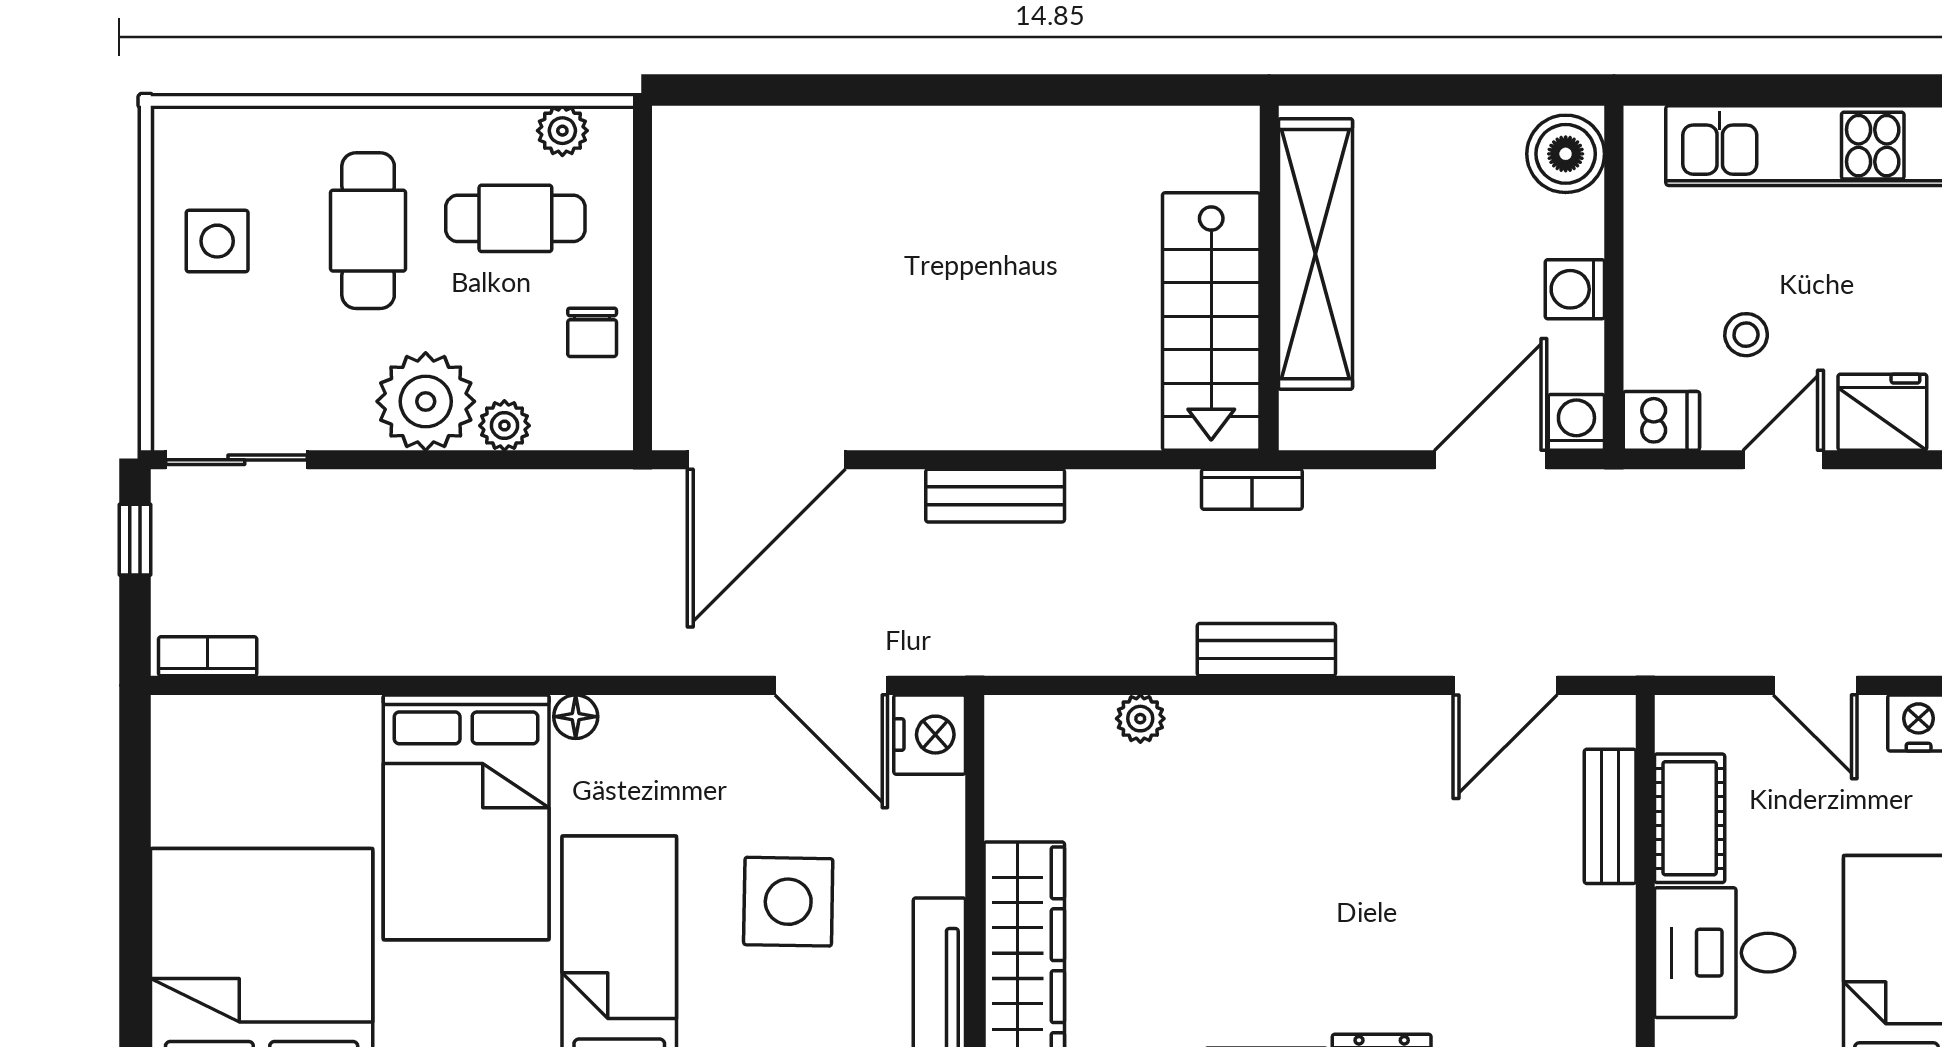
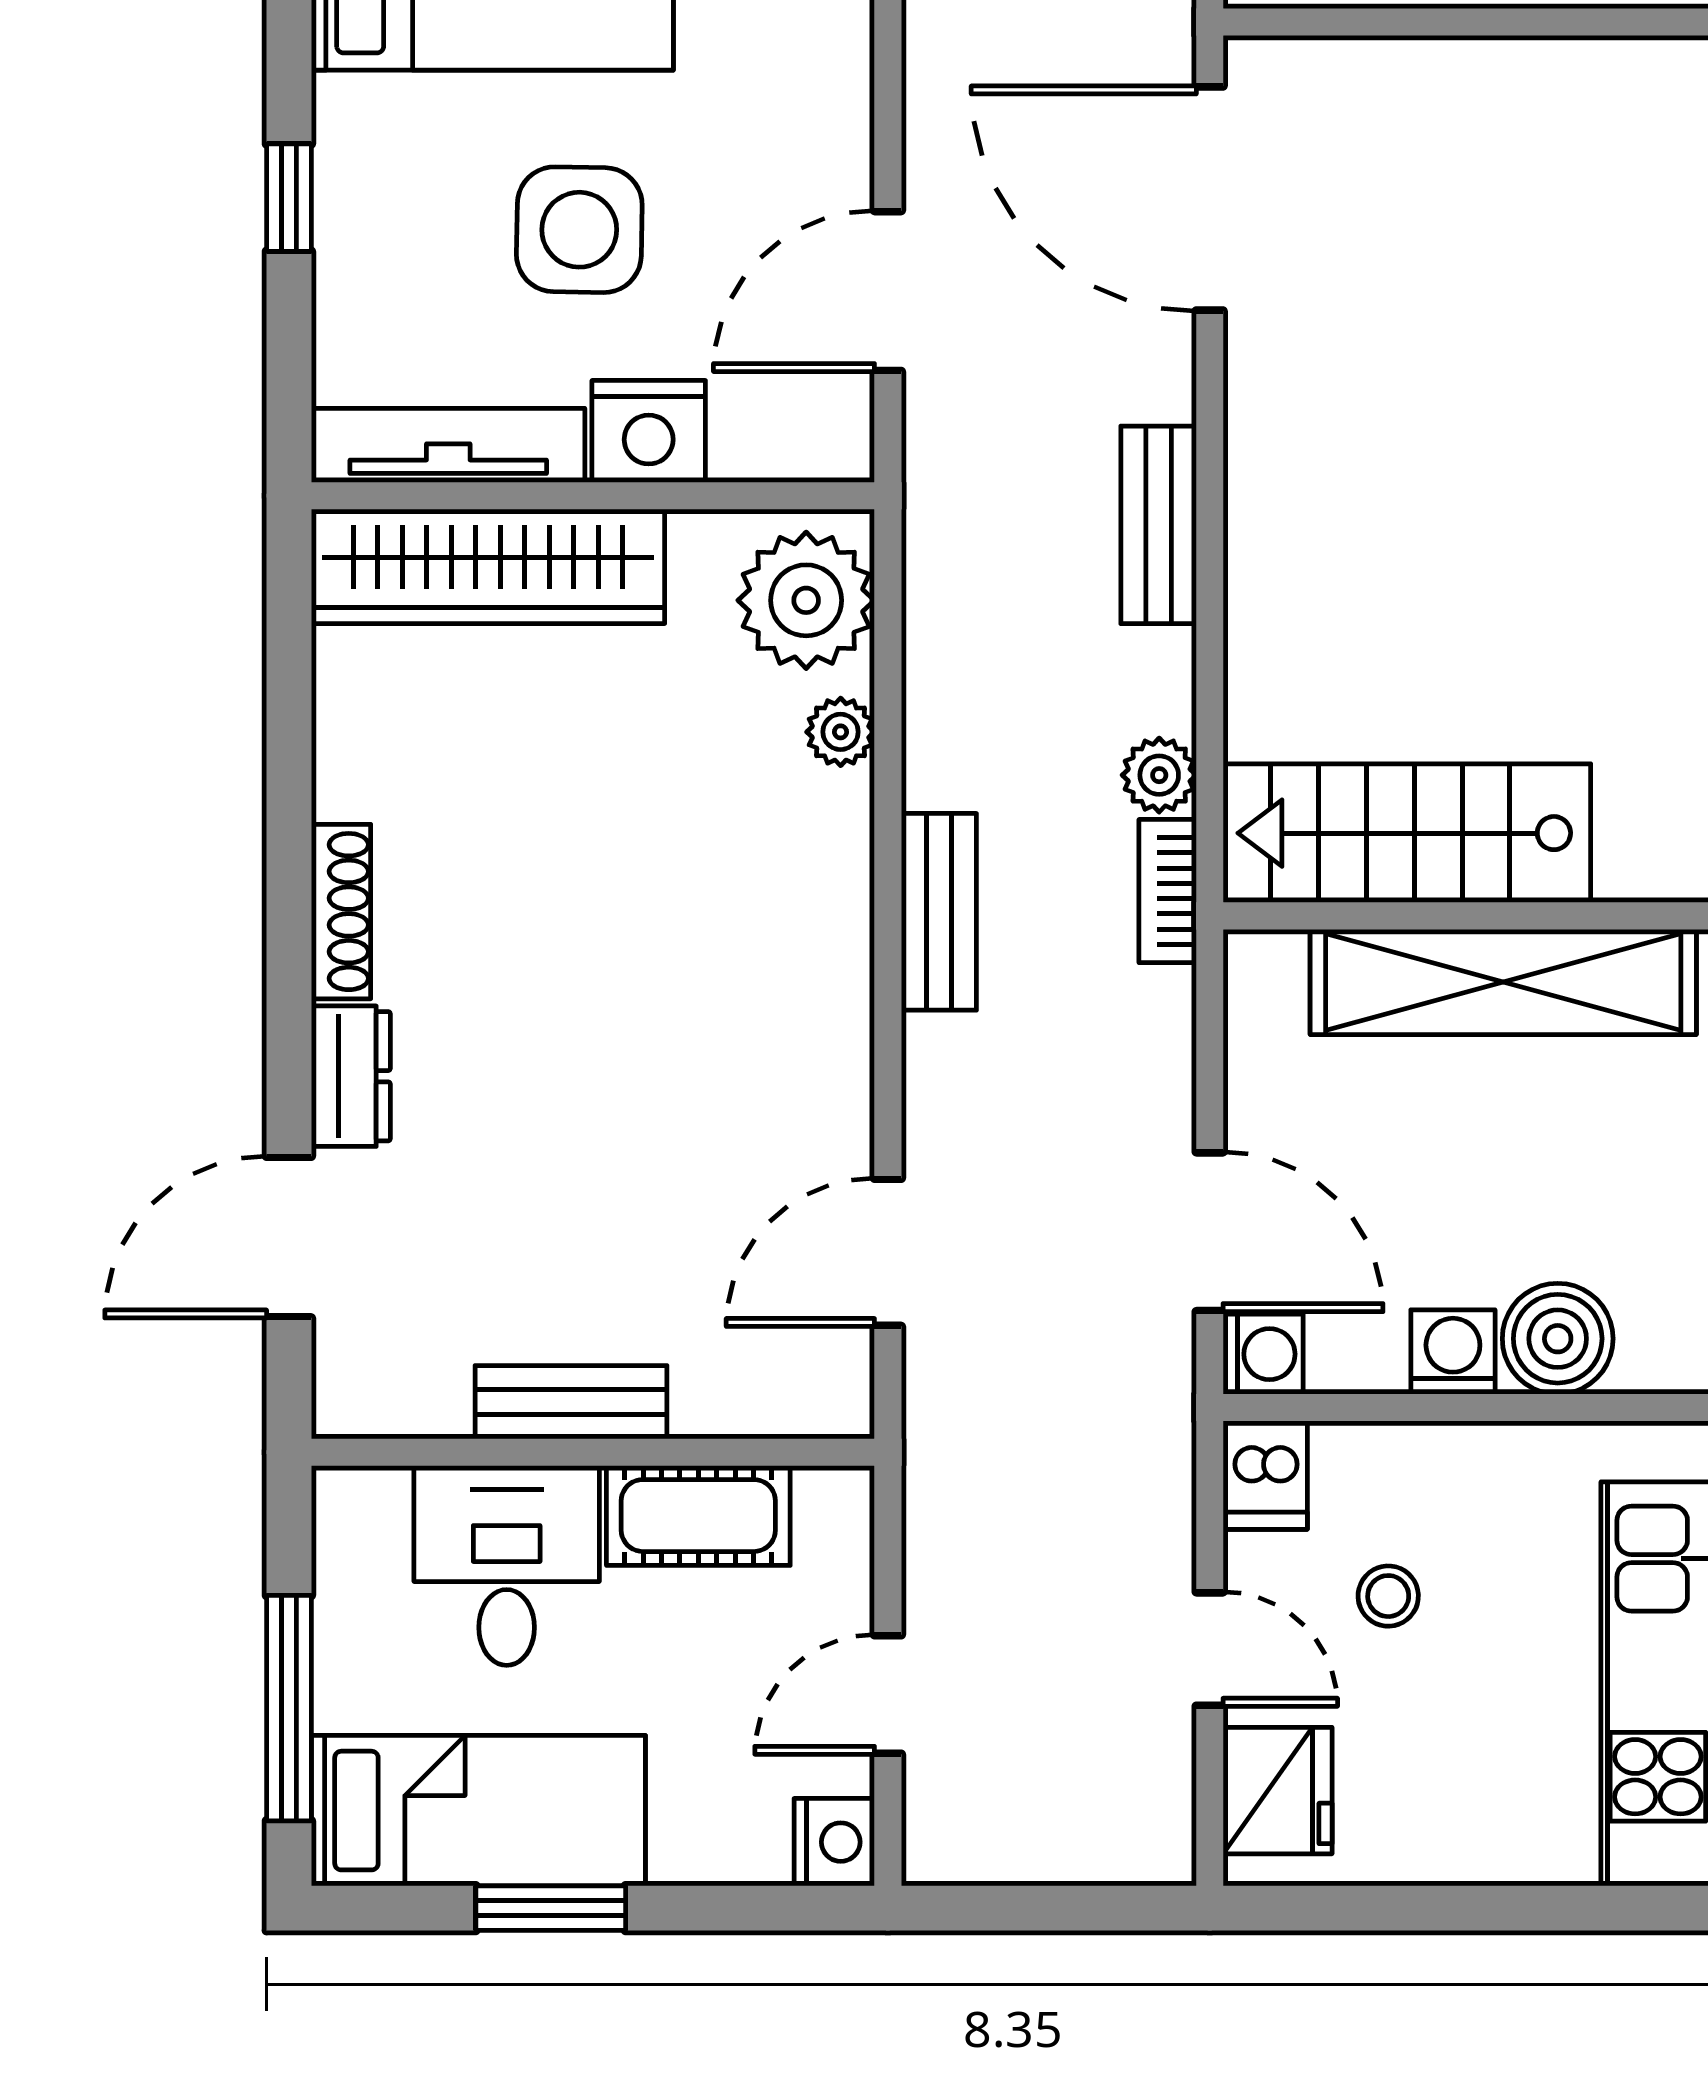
boiler: (1566, 154) -> (1558, 1339), moved
plant: (1171, 495) -> (1159, 775), added
door: (1505, 685) -> (888, 1252), hinge flipped
nightstand: (930, 735) -> (649, 431), moved
plant: (1048, 743) -> (806, 600), added
bench: (1610, 816) -> (571, 1402), moved

